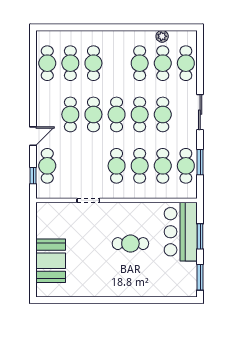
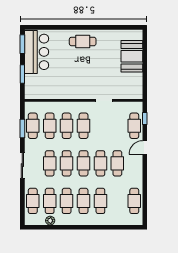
cafe table: (70, 63) -> (84, 201), moved
bar counter: (181, 232) -> (37, 52), moved
cafe table: (130, 244) -> (83, 41), moved

